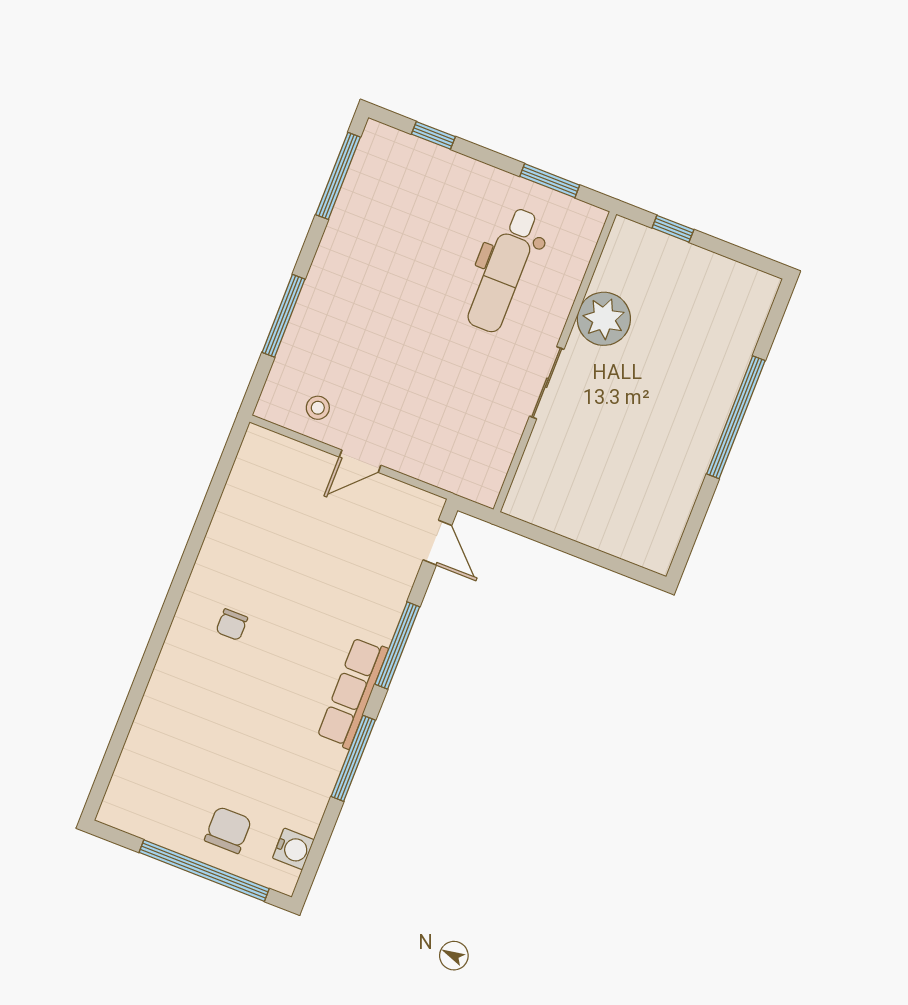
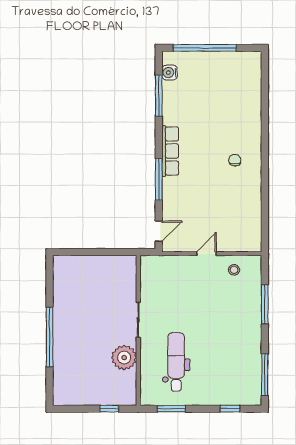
door: (437, 543) -> (159, 231), swing flipped
window: (353, 758) -> (159, 96), moved
chair: (228, 830) -> (201, 70), removed

